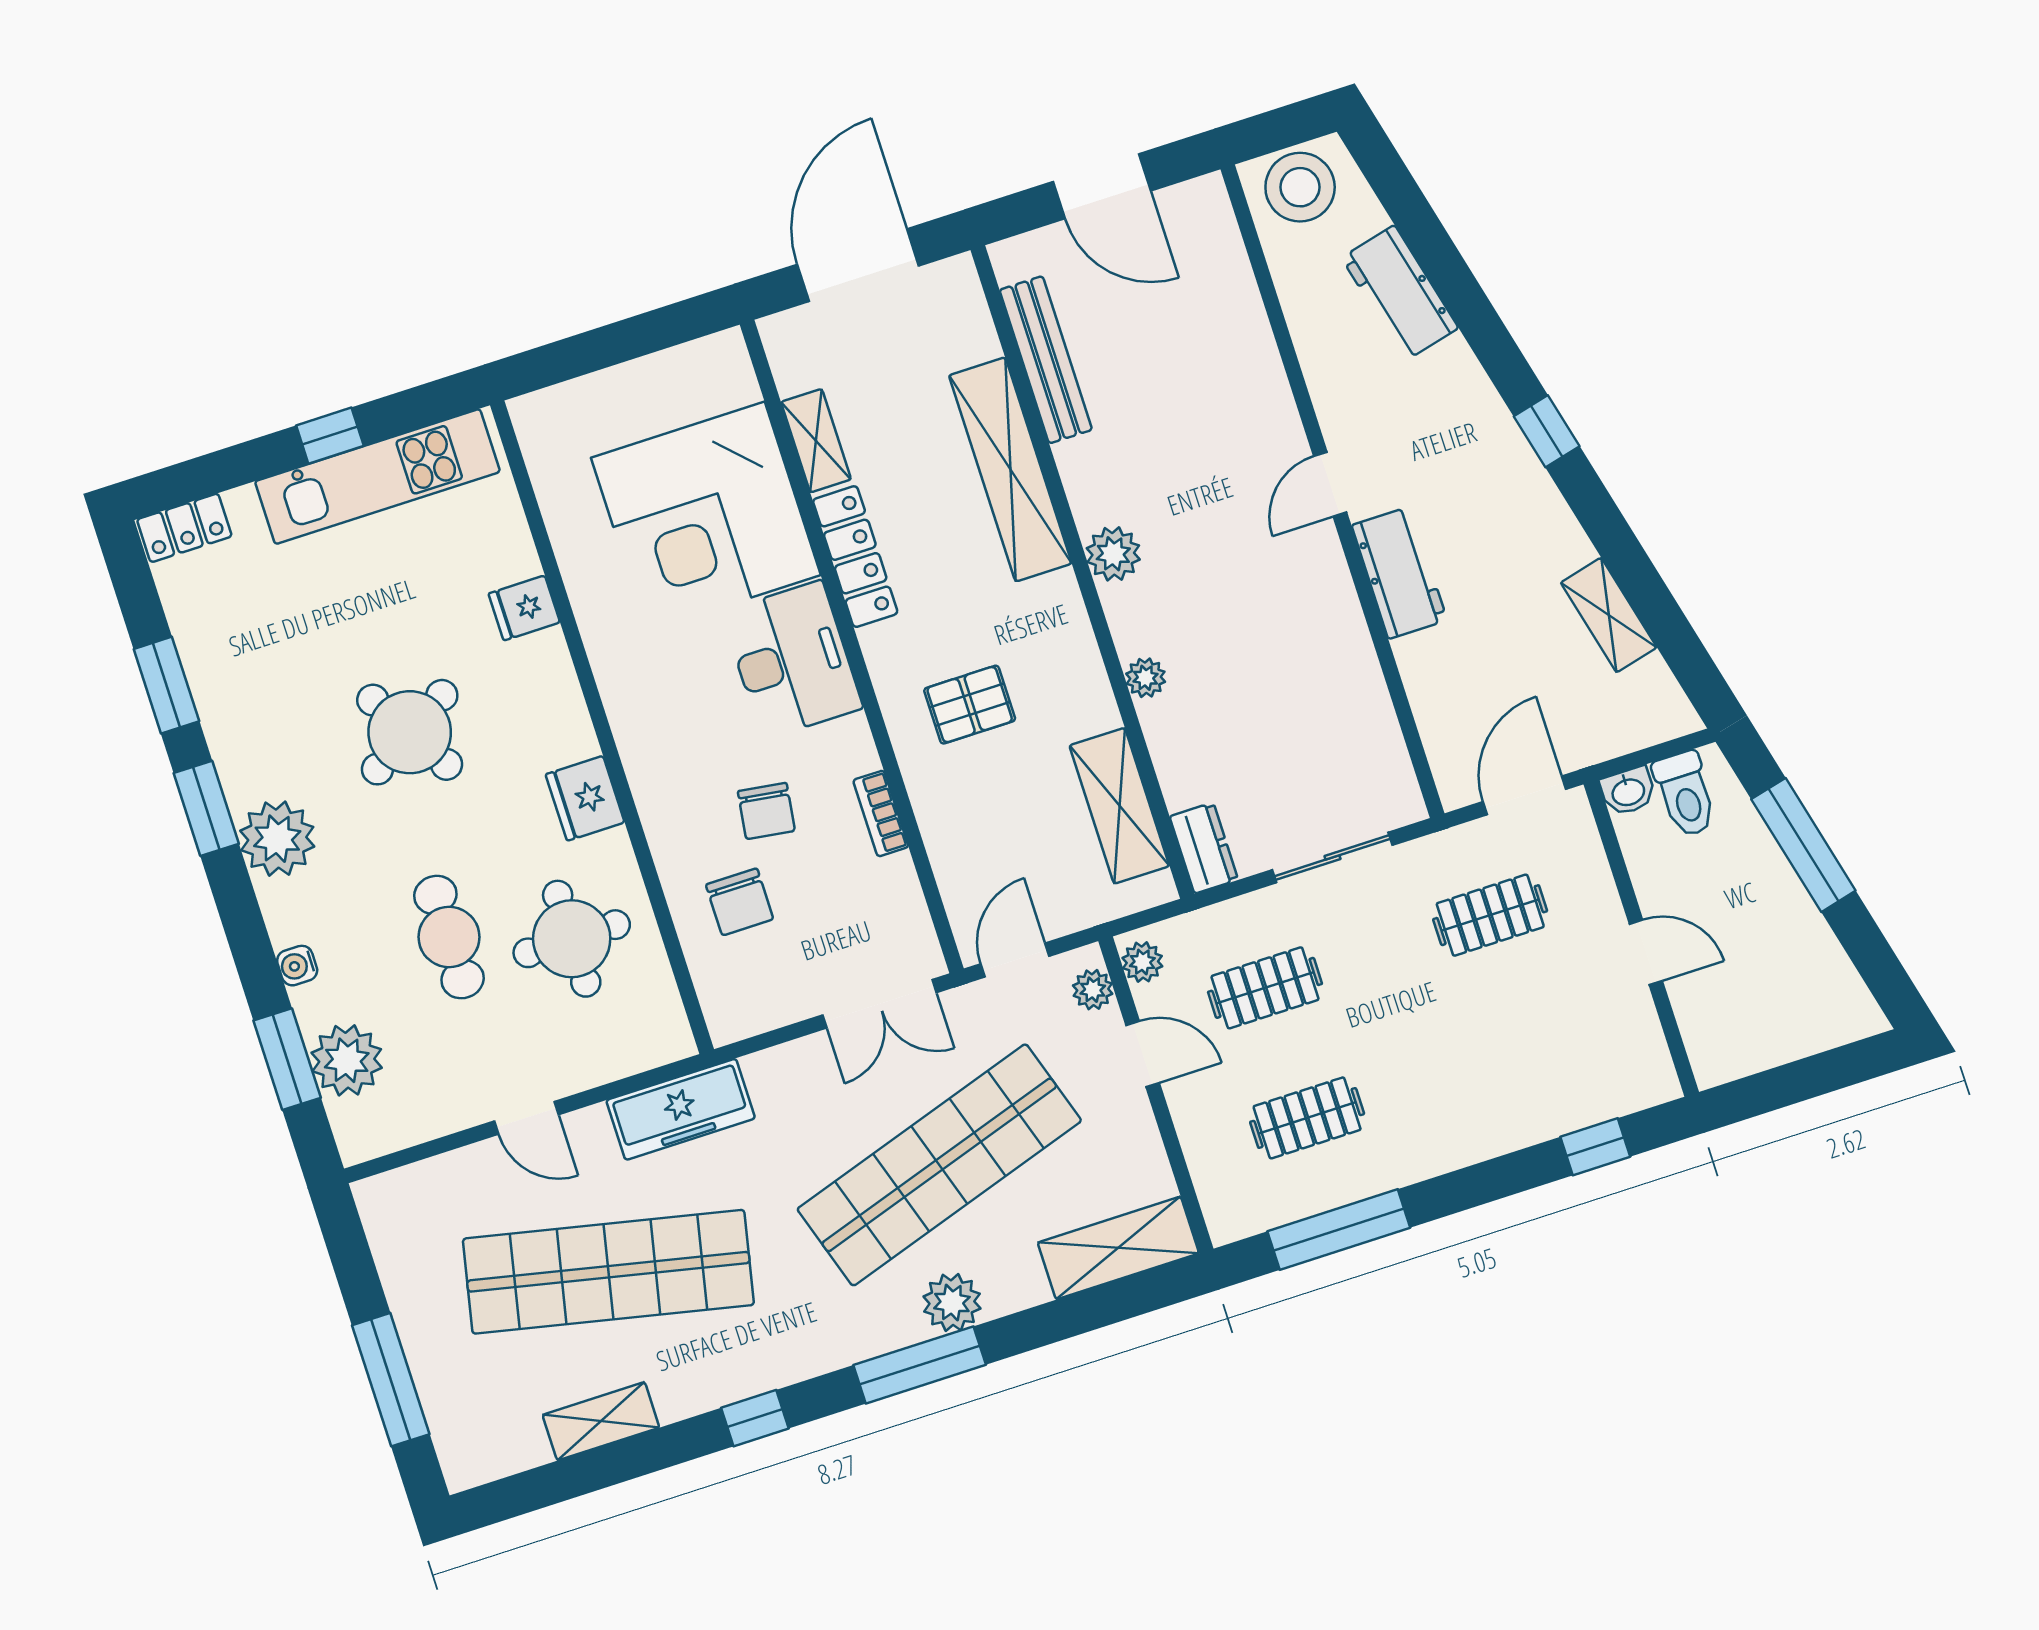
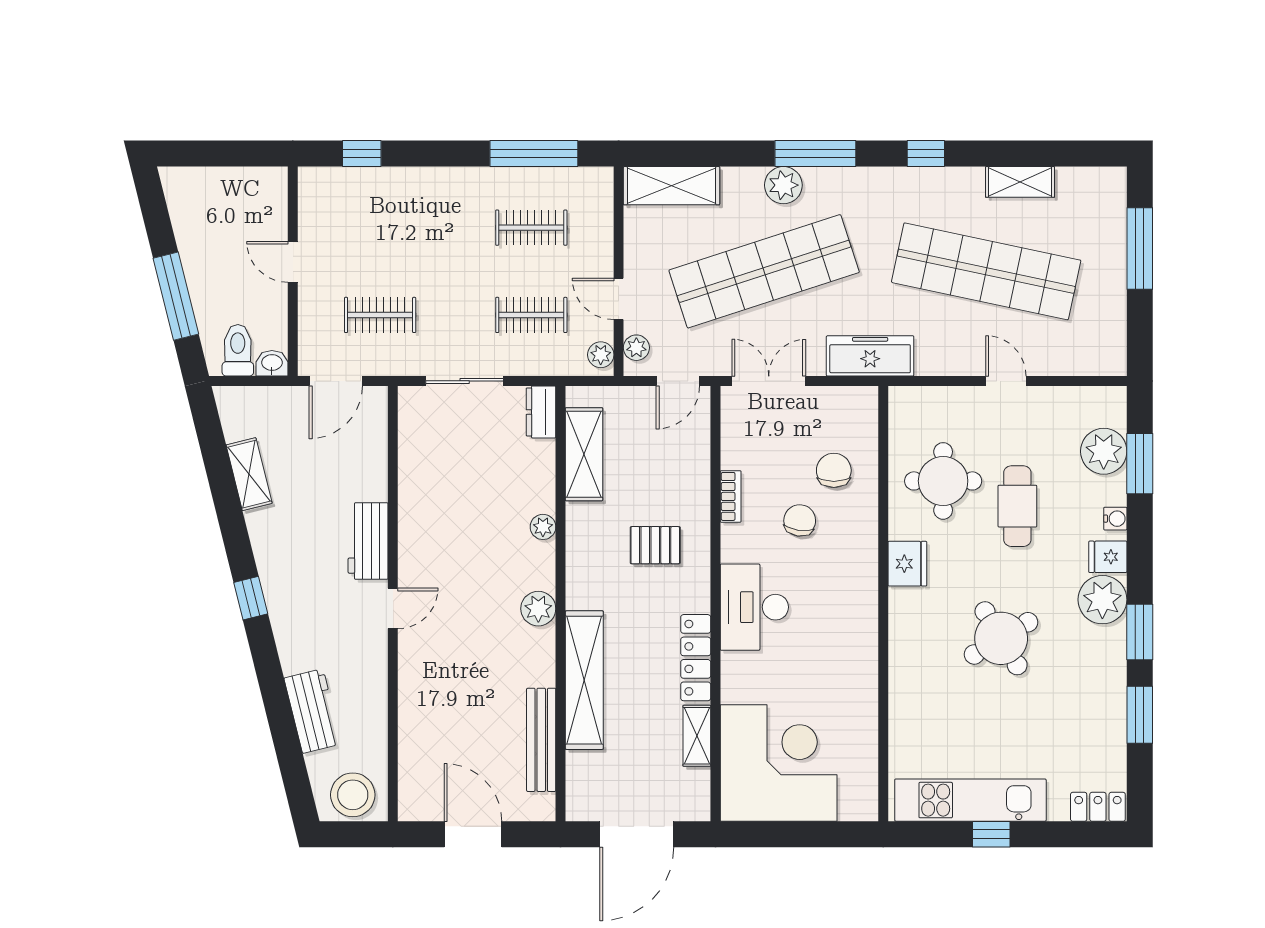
corner desk: (706, 516) -> (779, 763), moved
fridge: (524, 608) -> (1108, 557), moved, turned 180
freezer: (681, 1109) -> (870, 356), moved

